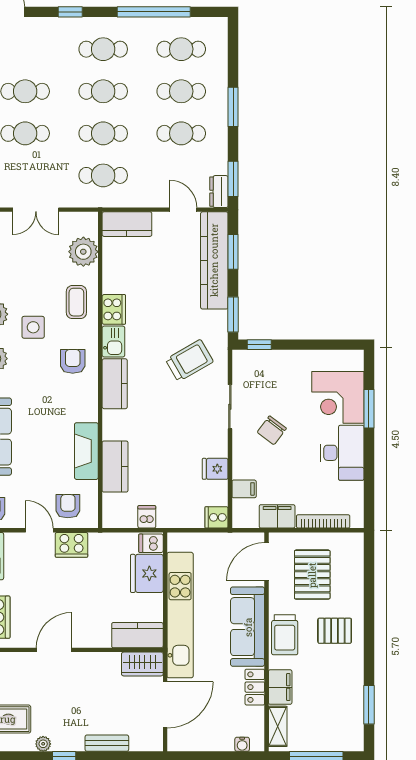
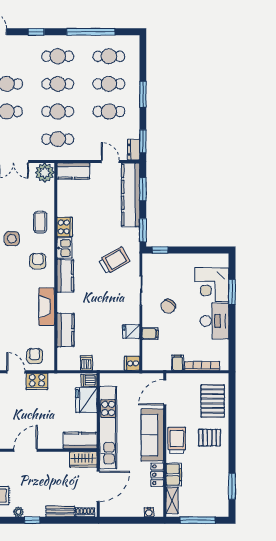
plant: (83, 252) -> (45, 173), moved
fireplace: (86, 451) -> (47, 307), moved
filing cabinet: (244, 489) -> (150, 334), moved
filing cabinet: (277, 516) -> (178, 363), width x0.50
pallet: (312, 575) -> (213, 401), moved
trolley: (285, 635) -> (177, 440), turned 180
shoe rack: (145, 744) -> (85, 512), added

